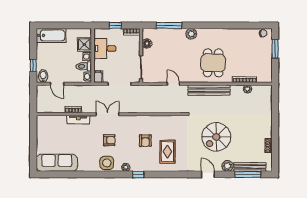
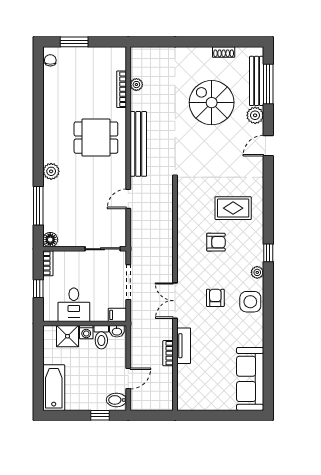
floor lamp: (147, 43) -> (50, 240), moved
spiral stairs: (216, 137) -> (212, 103), moved, turned 180

